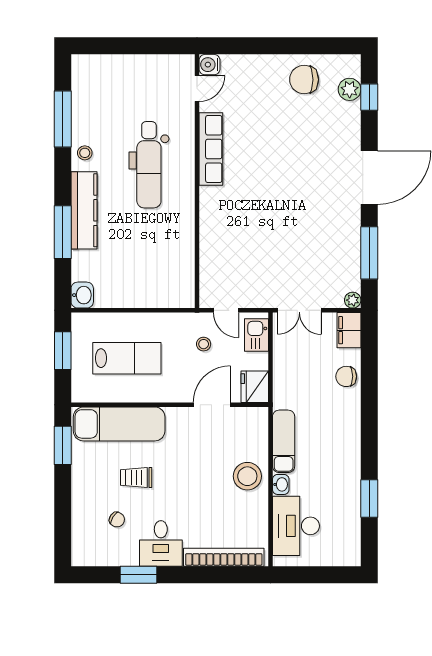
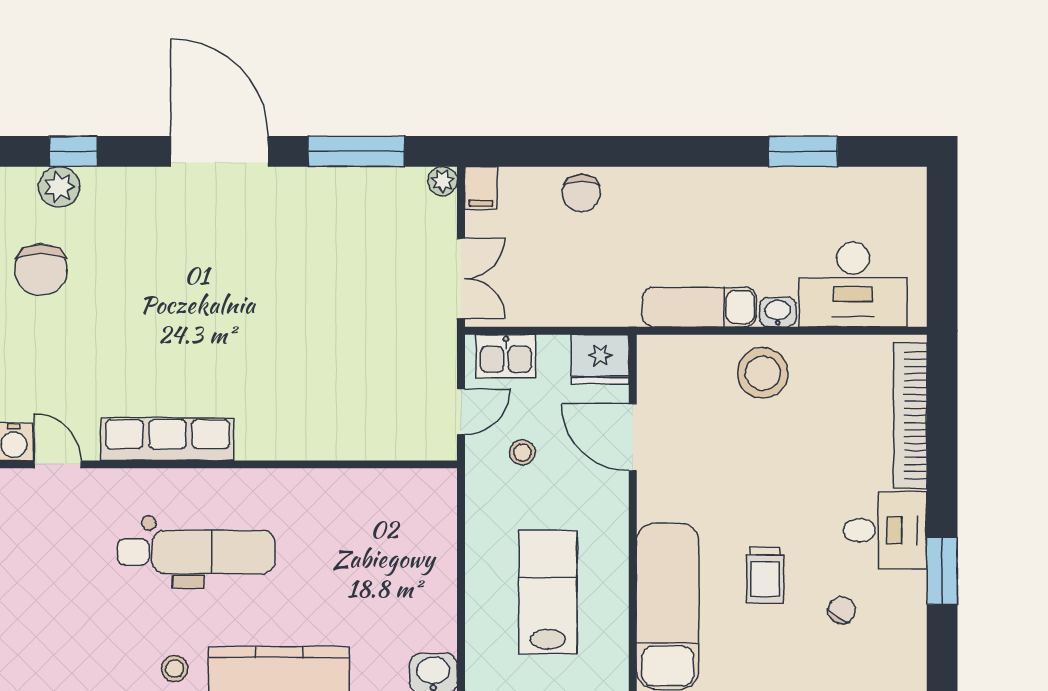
filing cabinet: (349, 330) -> (481, 188), width x0.50

